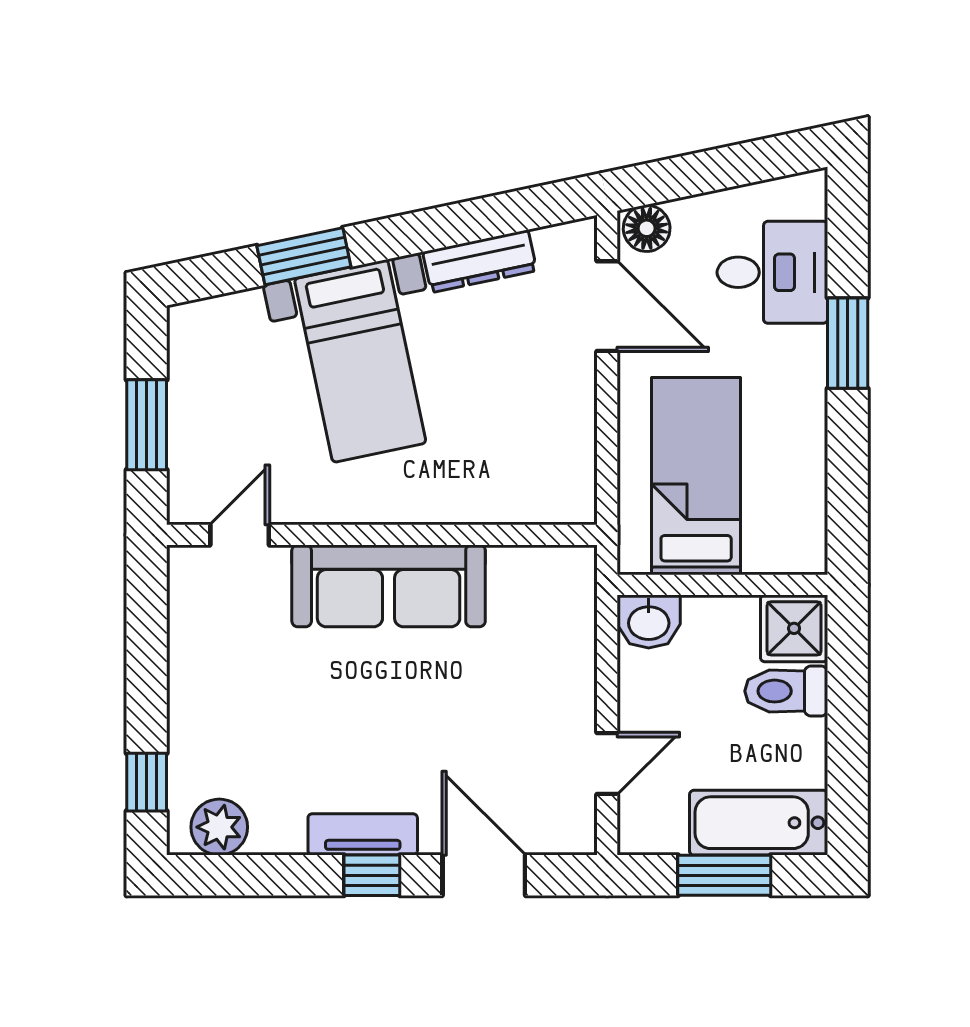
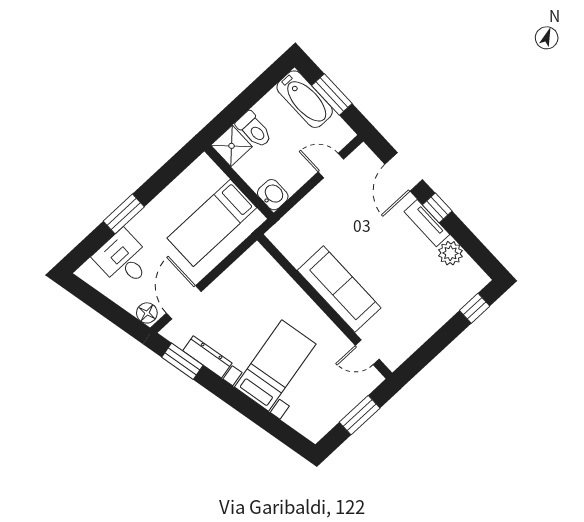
window: (304, 256) -> (182, 361), moved
plant: (219, 827) -> (450, 253), moved

